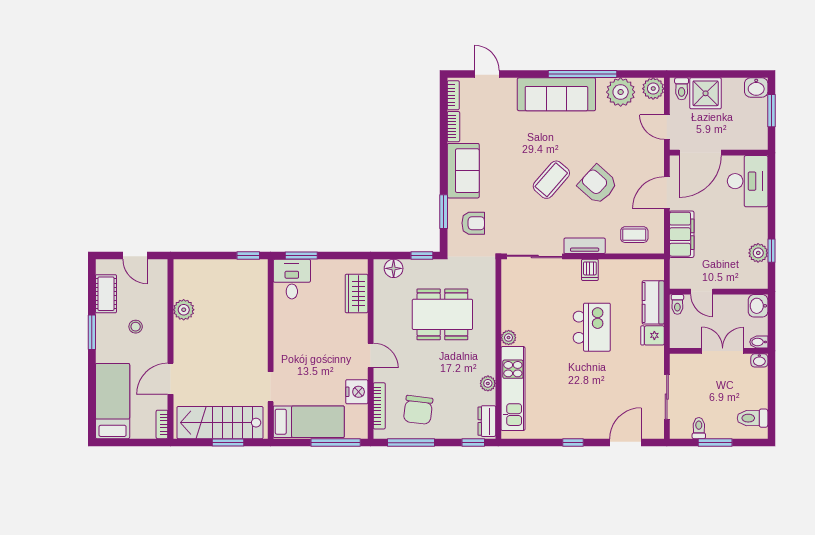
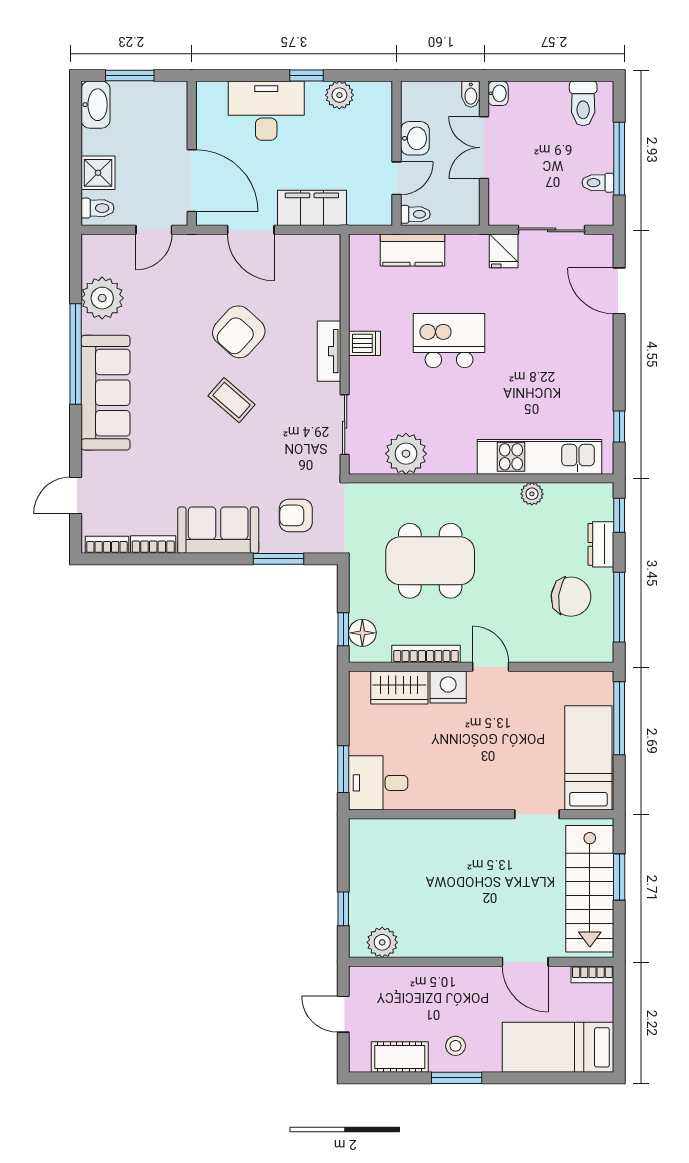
washbasin: (756, 87) -> (96, 105), width x1.38
plant: (653, 89) -> (97, 250), removed
shower: (706, 93) -> (98, 173), width x0.73, depth x0.73
coffee table: (551, 180) -> (232, 400), width x0.73, depth x0.77
desk: (748, 181) -> (266, 111), moved
armchair: (473, 223) -> (296, 515), turned -90
coffee table: (634, 235) -> (312, 278), removed
window: (771, 251) -> (306, 76), moved
door: (135, 255) -> (343, 1014), swing flipped
window: (248, 255) -> (343, 909), moved
window: (422, 255) -> (343, 629), moved
sliding door: (535, 256) -> (345, 425), width x0.73
washbasin: (758, 306) -> (415, 138), moved, turned -90
plant: (184, 310) -> (382, 942), moved
dining table: (442, 314) -> (430, 561), turned 90
stool: (136, 327) -> (456, 1046), moved
fridge: (653, 335) -> (504, 251), moved
plant: (509, 338) -> (406, 454), moved, width x1.88, depth x1.88
door: (371, 355) -> (491, 667), hinge flipped
nightstand: (357, 392) -> (448, 687), moved
bookcase: (379, 406) -> (426, 654), moved
dresser: (487, 421) -> (601, 544), moved, turned 90
window: (573, 443) -> (619, 427), moved
window: (715, 443) -> (619, 159), width x1.44

